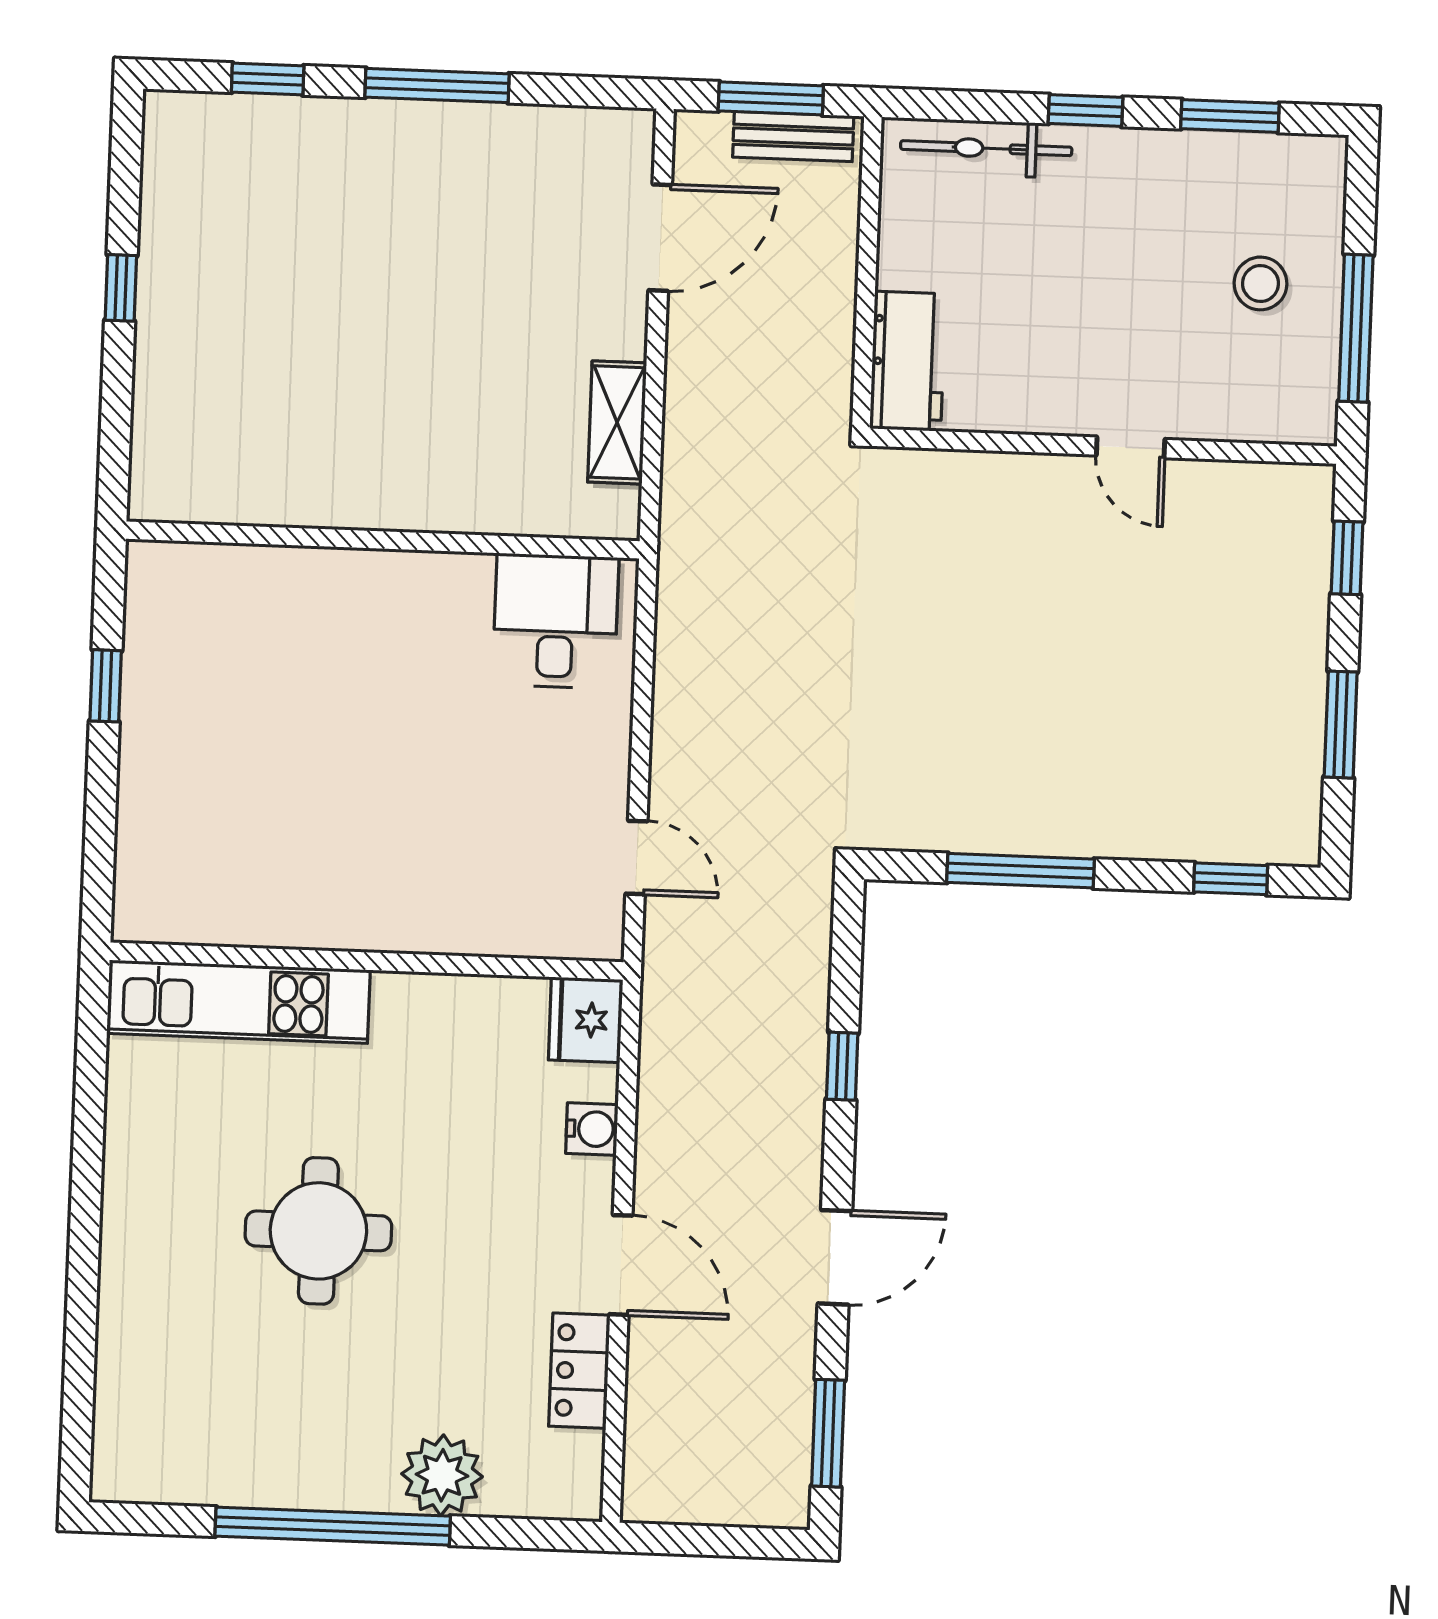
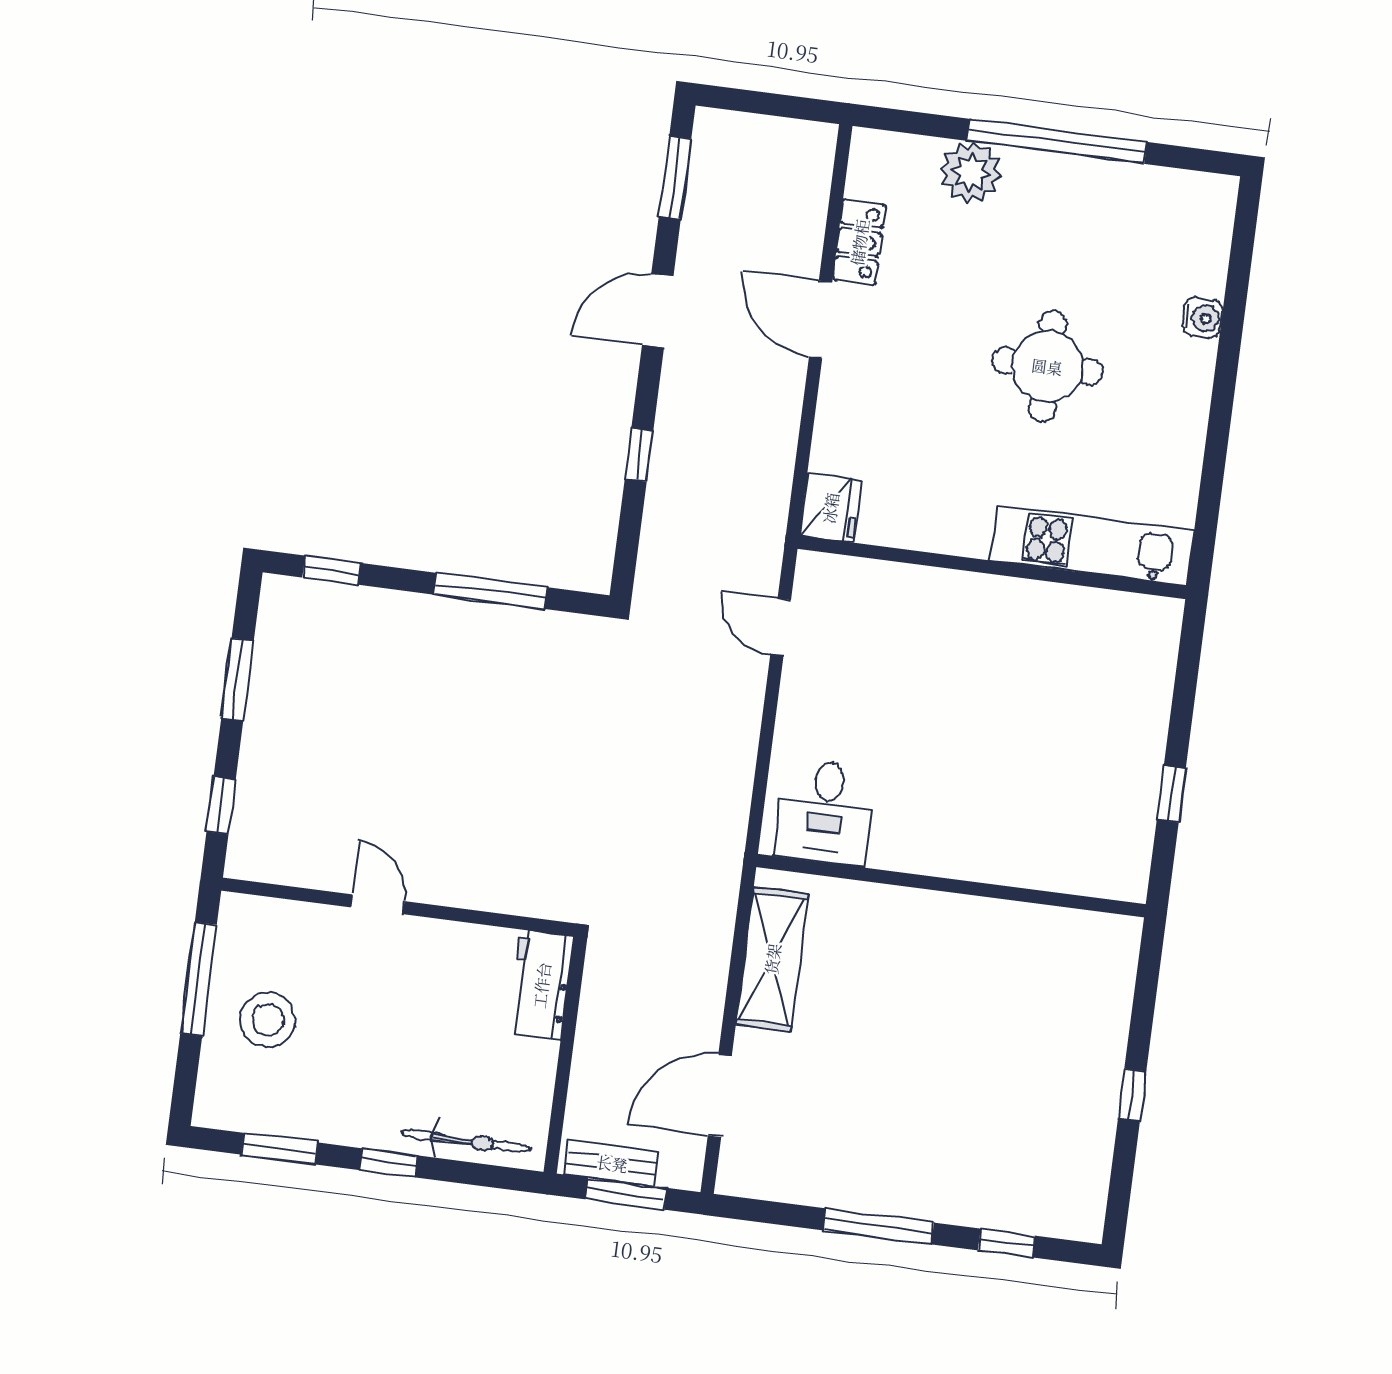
stool: (1261, 283) -> (268, 1019), width x1.38, depth x1.38
shelving: (617, 422) -> (772, 959), width x1.50, depth x1.33
water cooler: (592, 1129) -> (1202, 318), moved, turned 180

